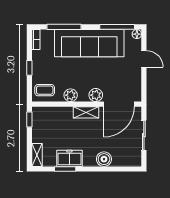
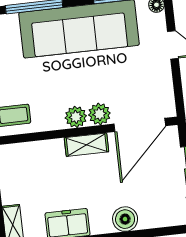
plant: (71, 95) -> (76, 117), moved

